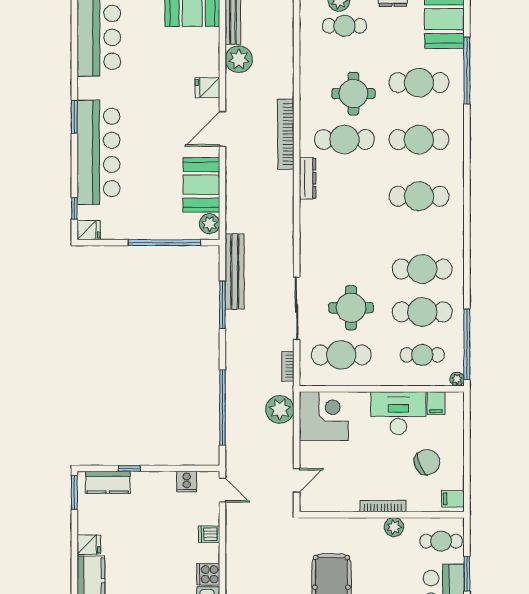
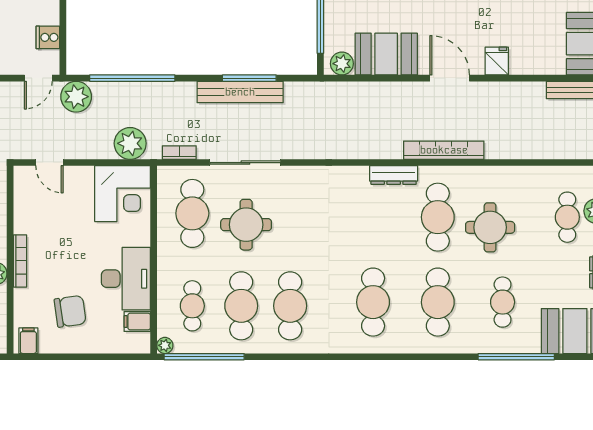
plant: (239, 59) -> (76, 97), moved
cafe table: (419, 83) -> (503, 302), width x0.73, depth x0.74
bench: (235, 271) -> (240, 92), moved
chair: (427, 462) -> (70, 311), turned -73

